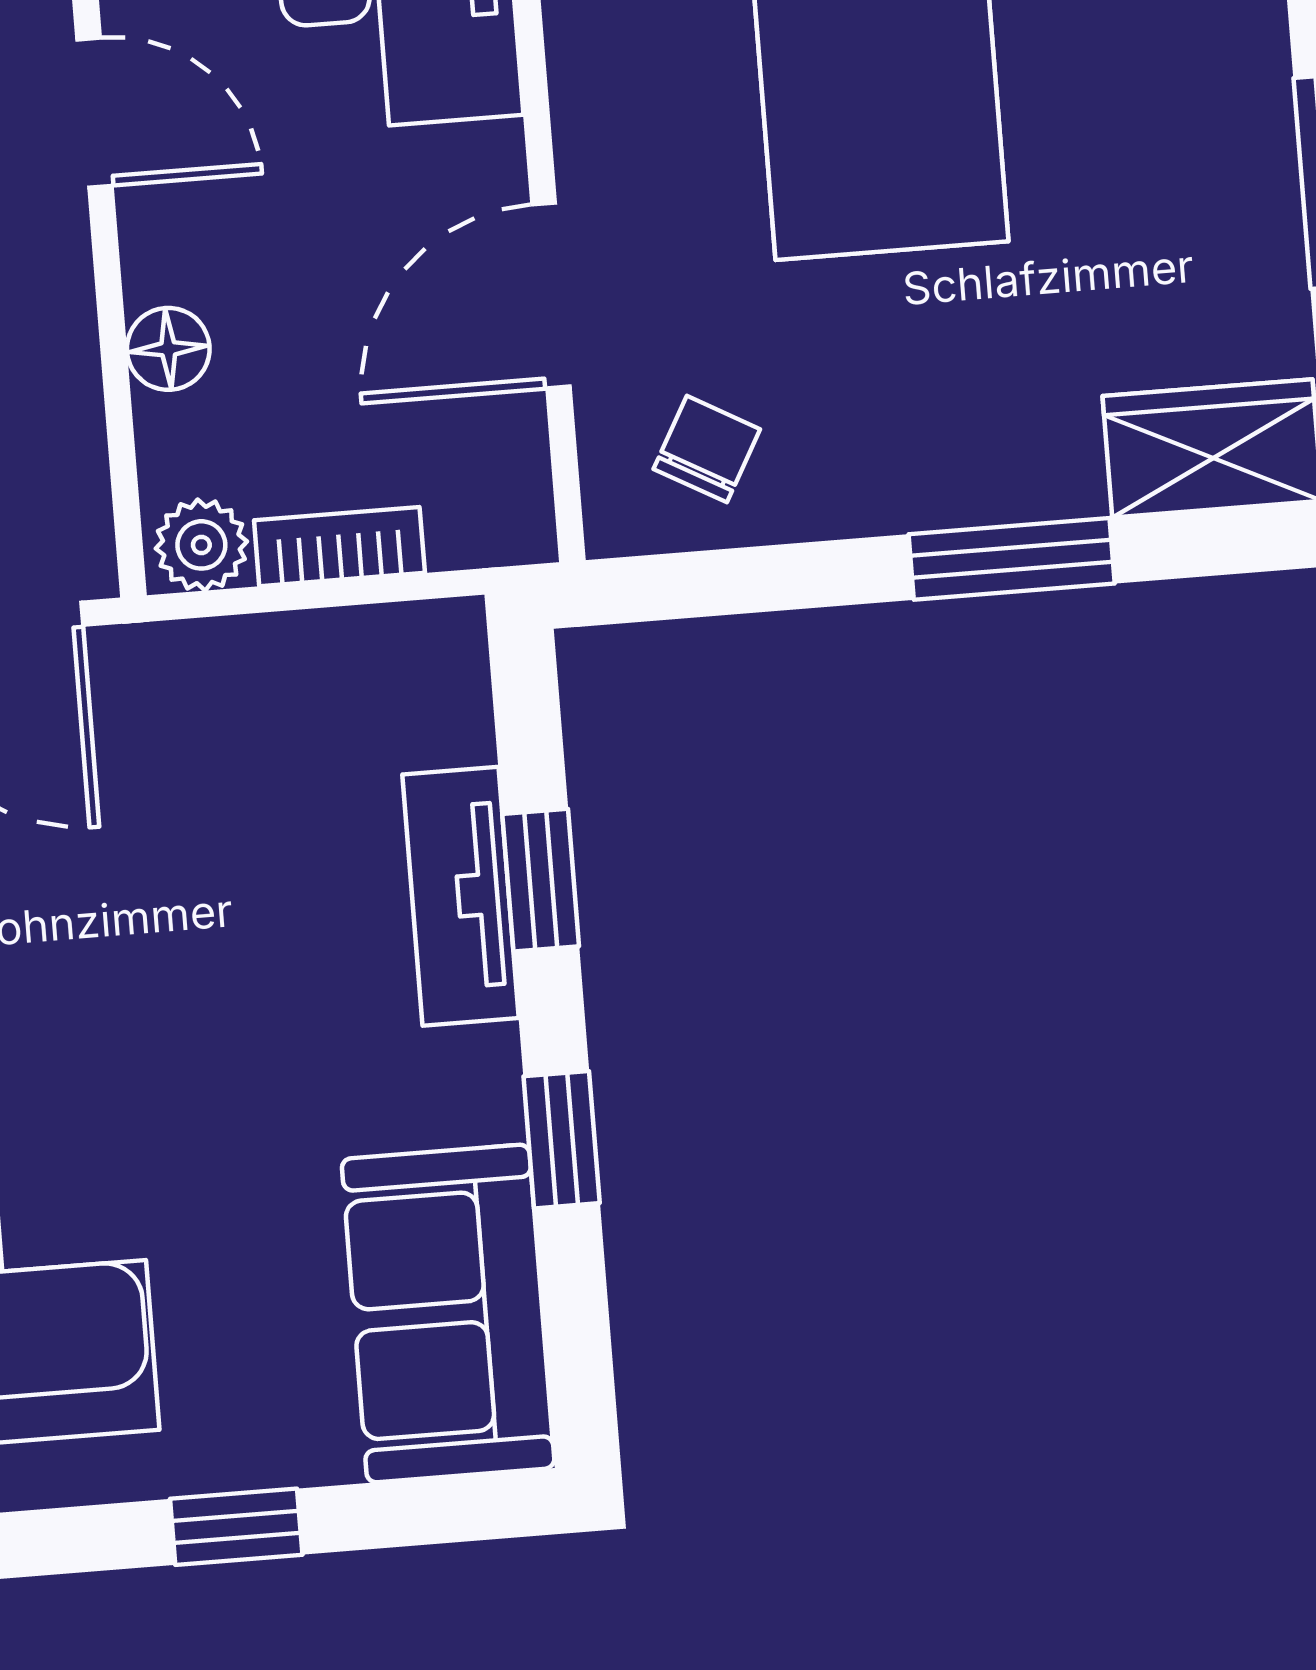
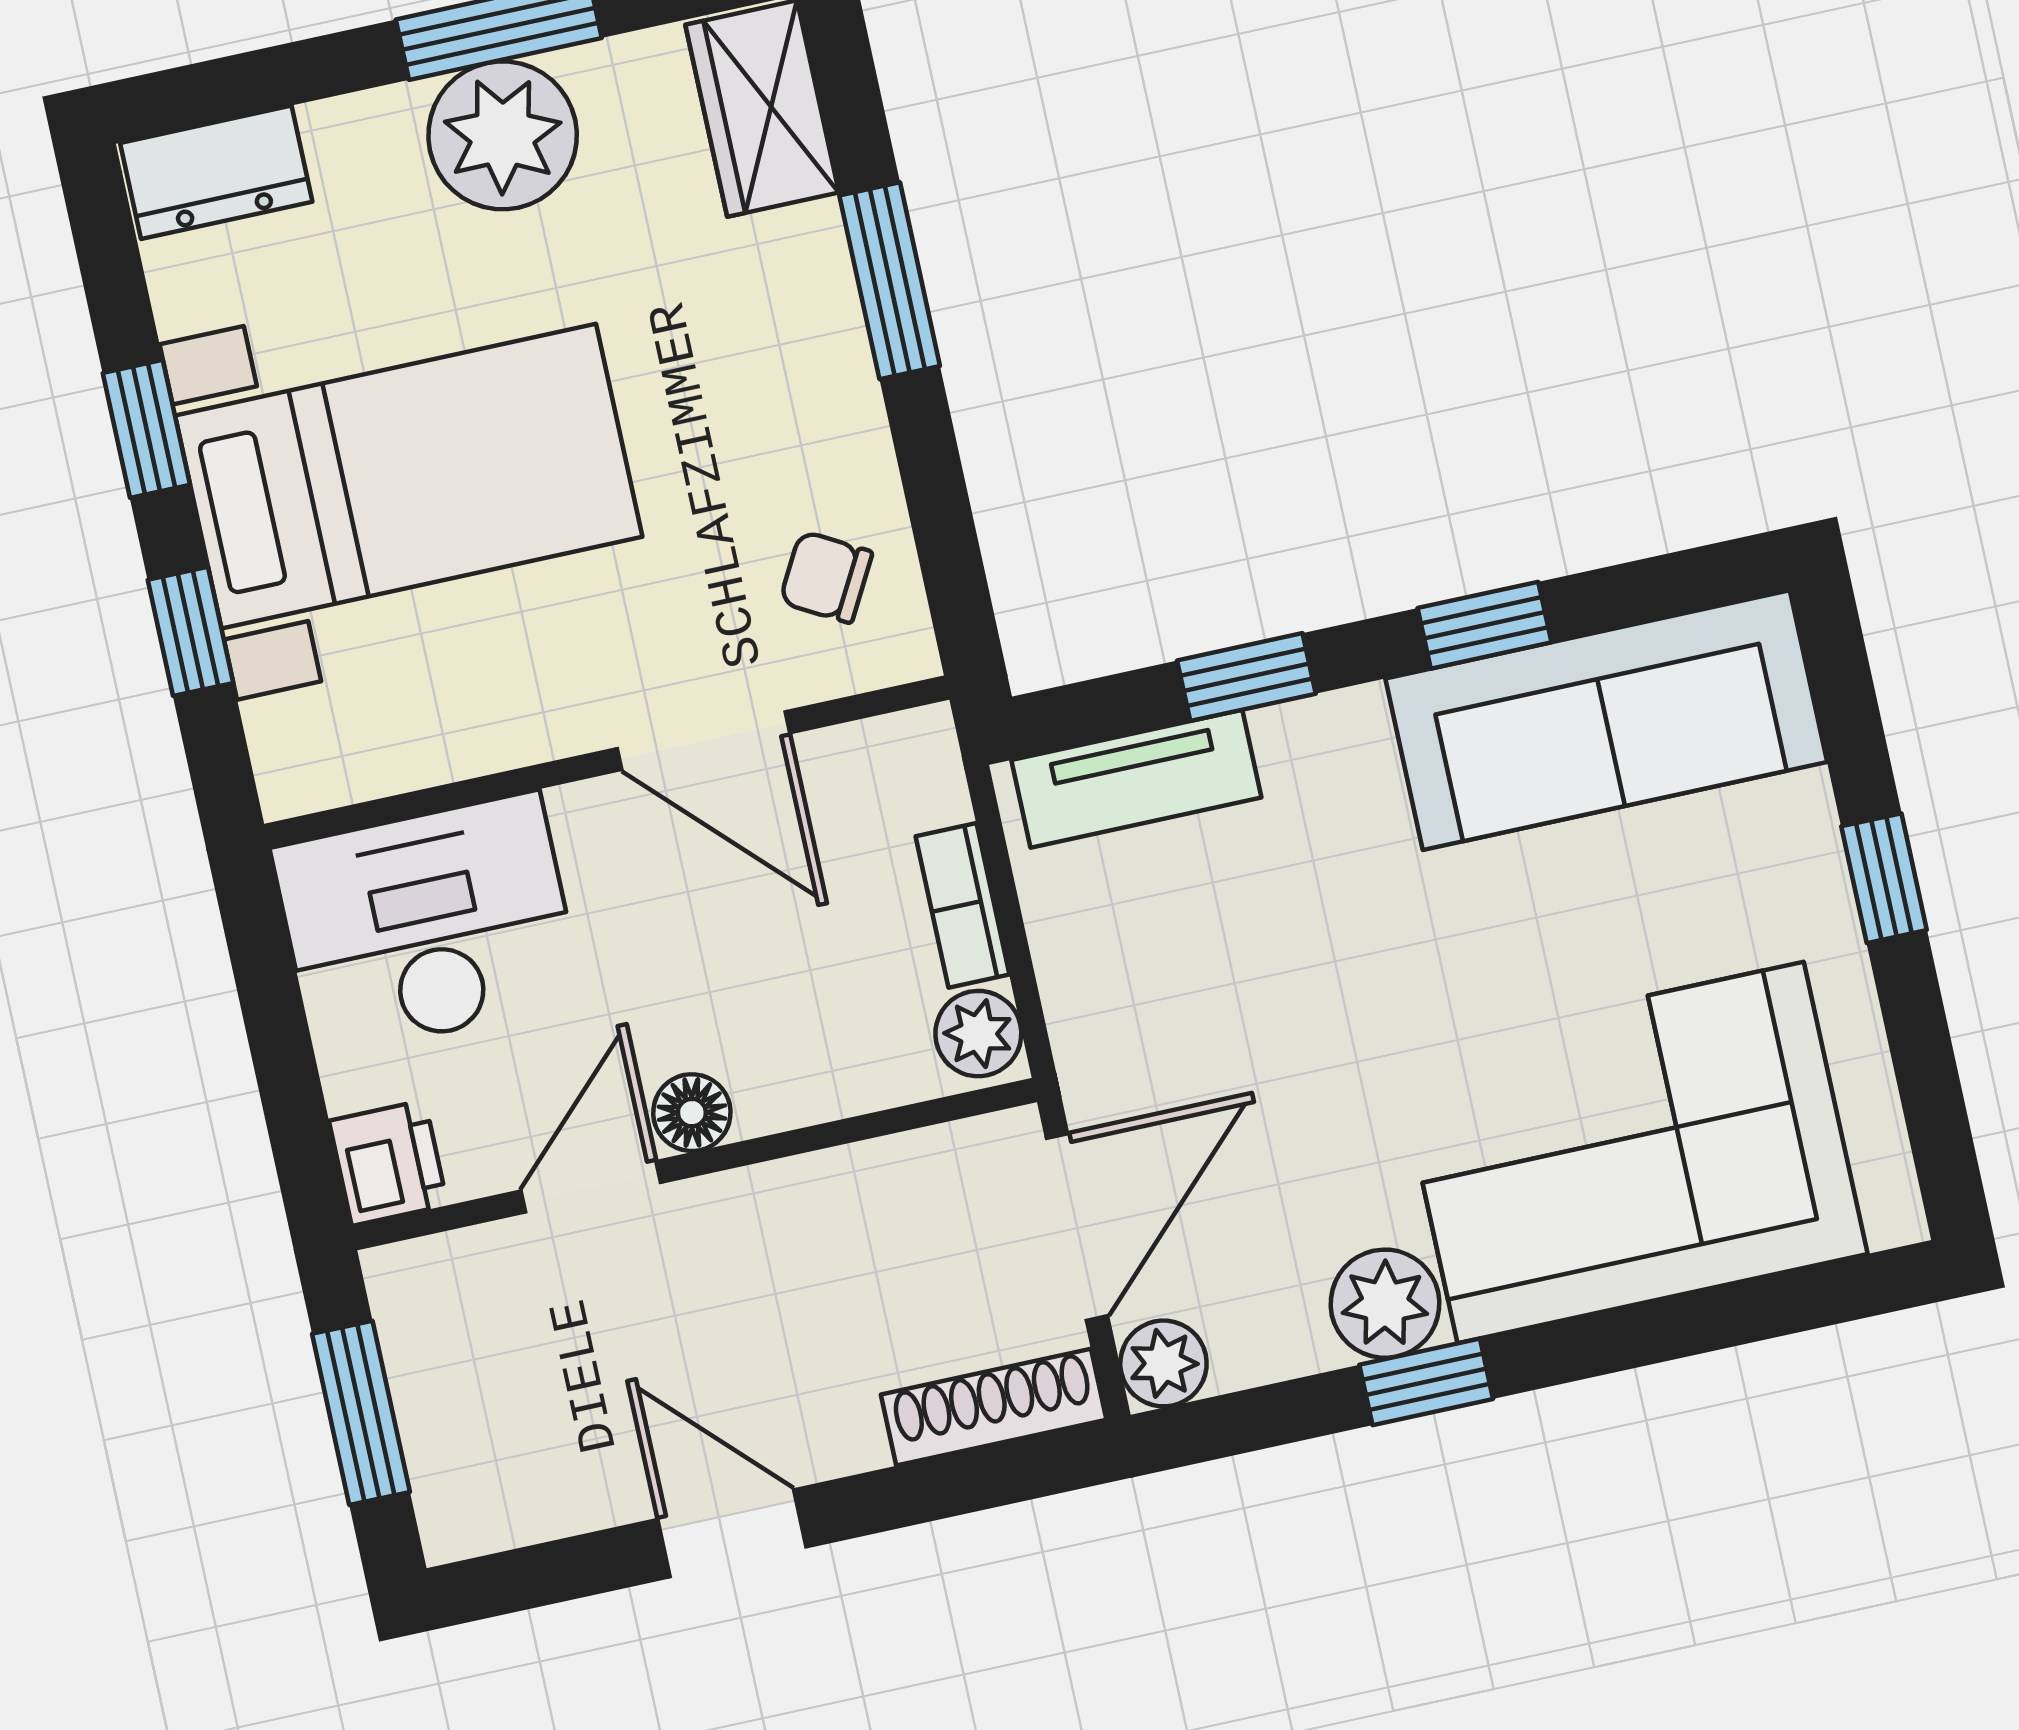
plant: (1221, 170) -> (503, 135), added
floor lamp: (168, 349) -> (692, 1113), moved
tv unit: (461, 896) -> (1136, 779), moved
sofa: (448, 1313) -> (1606, 720), width x1.36

